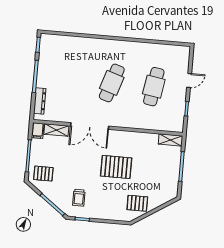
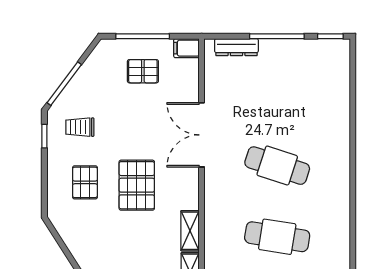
shelving: (56, 130) -> (190, 231), moved
pallet: (43, 174) -> (143, 71), moved, turned 90
pallet: (137, 203) -> (85, 182), moved

